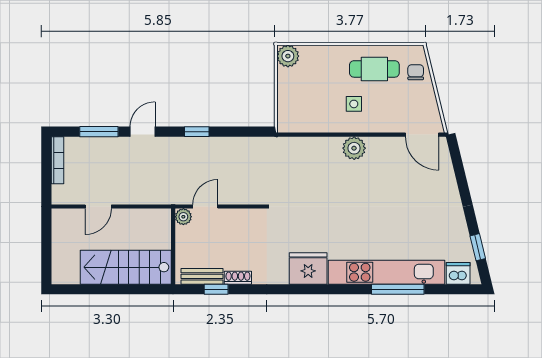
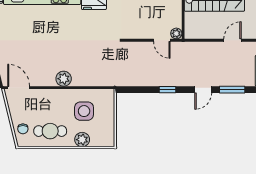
plant: (288, 56) -> (82, 140), moved
side table: (354, 104) -> (84, 111), moved, width x1.87, depth x1.87
door: (205, 207) -> (162, 40), hinge flipped

